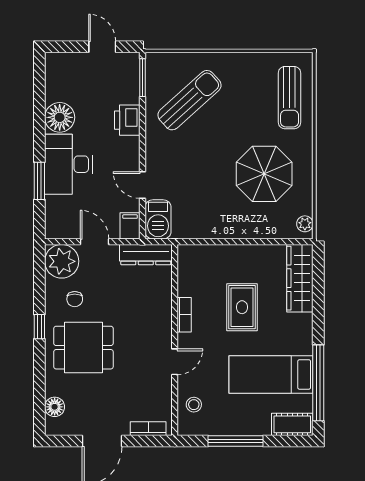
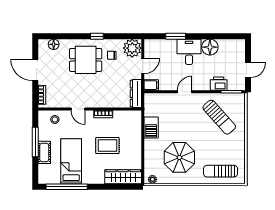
printer: (127, 120) -> (219, 84), moved
desk: (68, 164) -> (189, 52), width x0.73
door: (143, 185) -> (185, 92), moved
barbecue: (158, 219) -> (151, 128), moved, turned -90
dining table: (83, 348) -> (86, 60), turned 90
cot: (292, 424) -> (44, 152), moved

